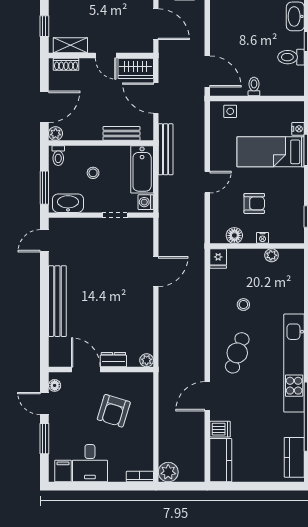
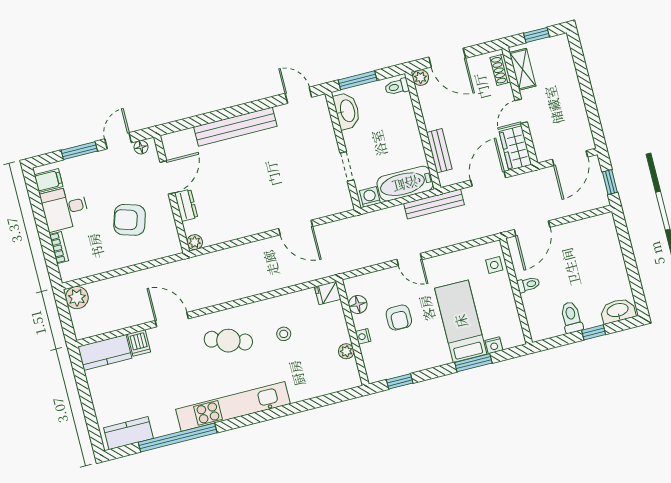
stool: (93, 173) -> (388, 130), removed
bookcase: (140, 477) -> (59, 248), moved

